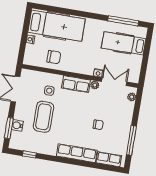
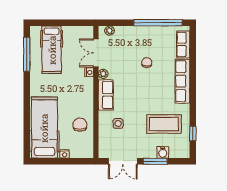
coffee table: (43, 117) -> (164, 124), moved
window: (9, 128) -> (155, 161), moved
window: (131, 140) -> (158, 23), width x1.46

